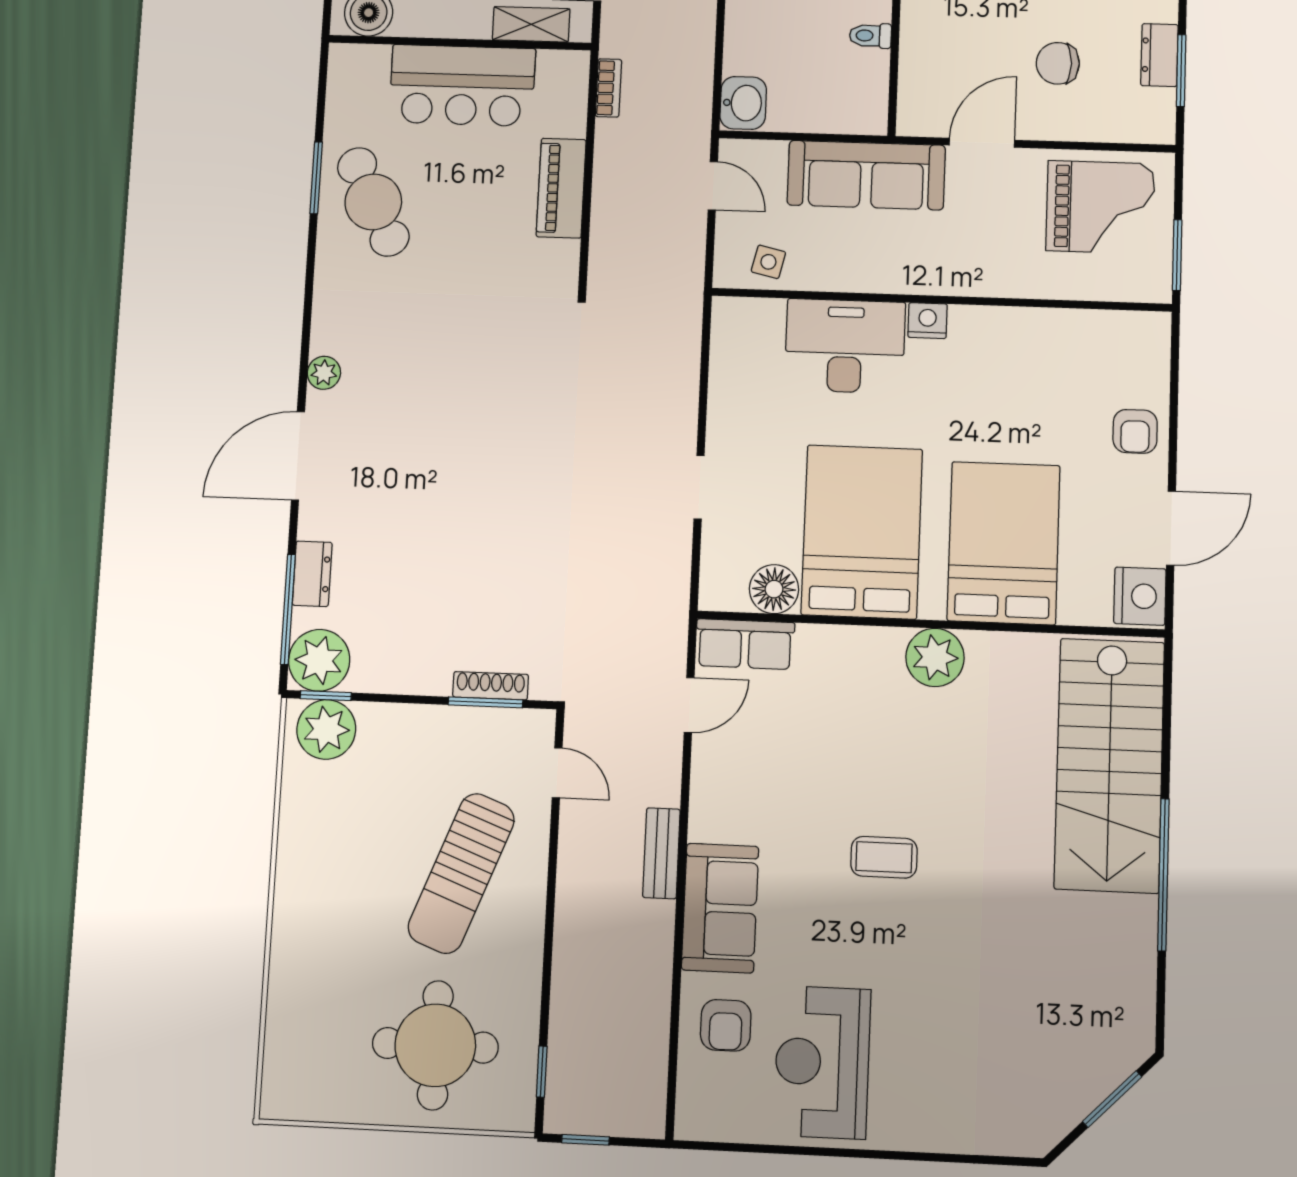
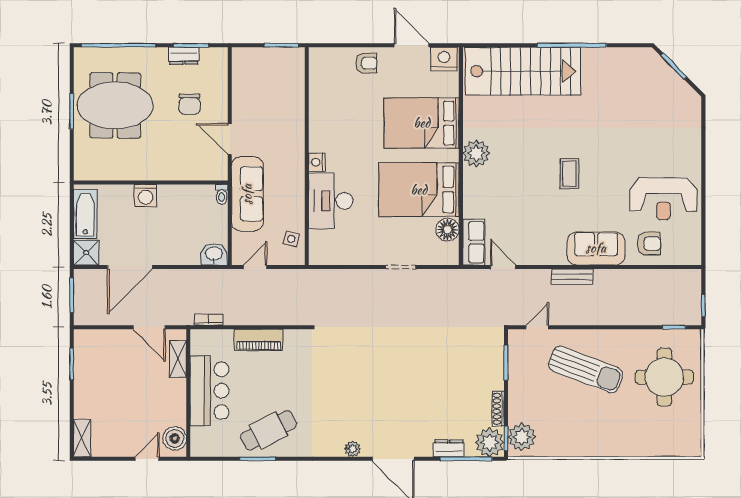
toilet: (870, 36) -> (222, 194), moved
grand piano: (1100, 207) -> (259, 82), removed
shoe rack: (491, 686) -> (498, 409), moved

